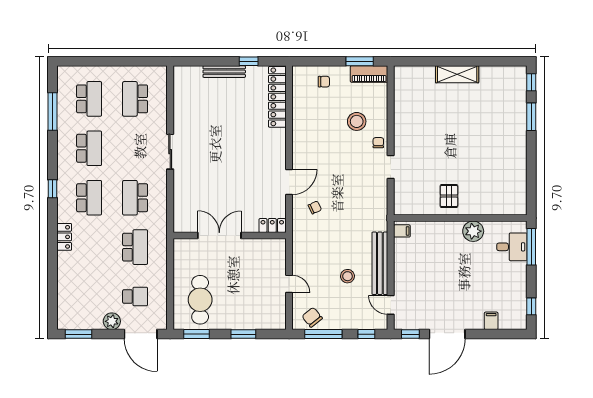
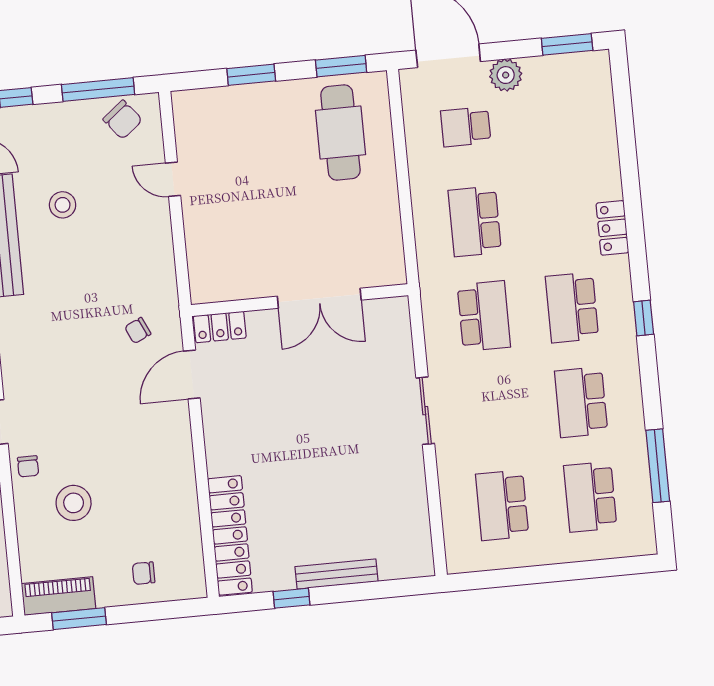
school desk: (135, 99) -> (502, 505), turned 180
locker: (272, 225) -> (220, 327), moved
double door: (219, 235) -> (319, 298), moved
wall: (230, 235) -> (300, 300), moved

